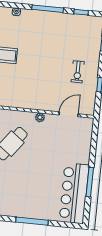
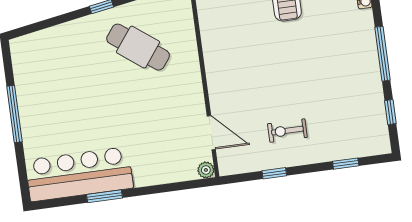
plant: (40, 117) -> (206, 170), moved
window: (90, 182) -> (104, 196), width x0.69

